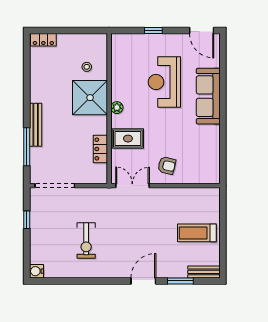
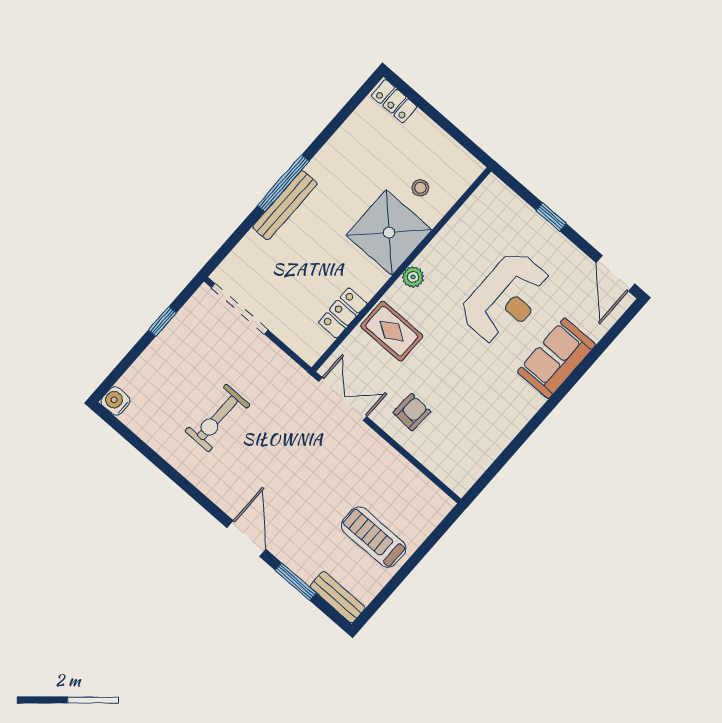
reception desk: (164, 82) -> (506, 298), turned 180
sofa: (208, 96) -> (556, 358), width x0.73
window: (27, 147) -> (283, 183), moved
armchair: (167, 166) -> (412, 412), turned -101
door: (143, 281) -> (246, 539), hinge flipped

